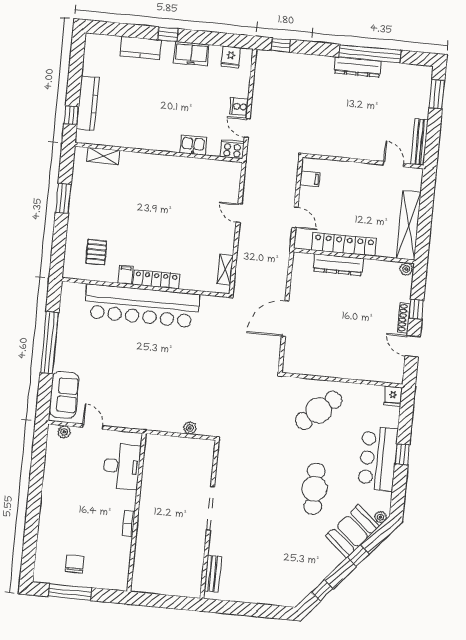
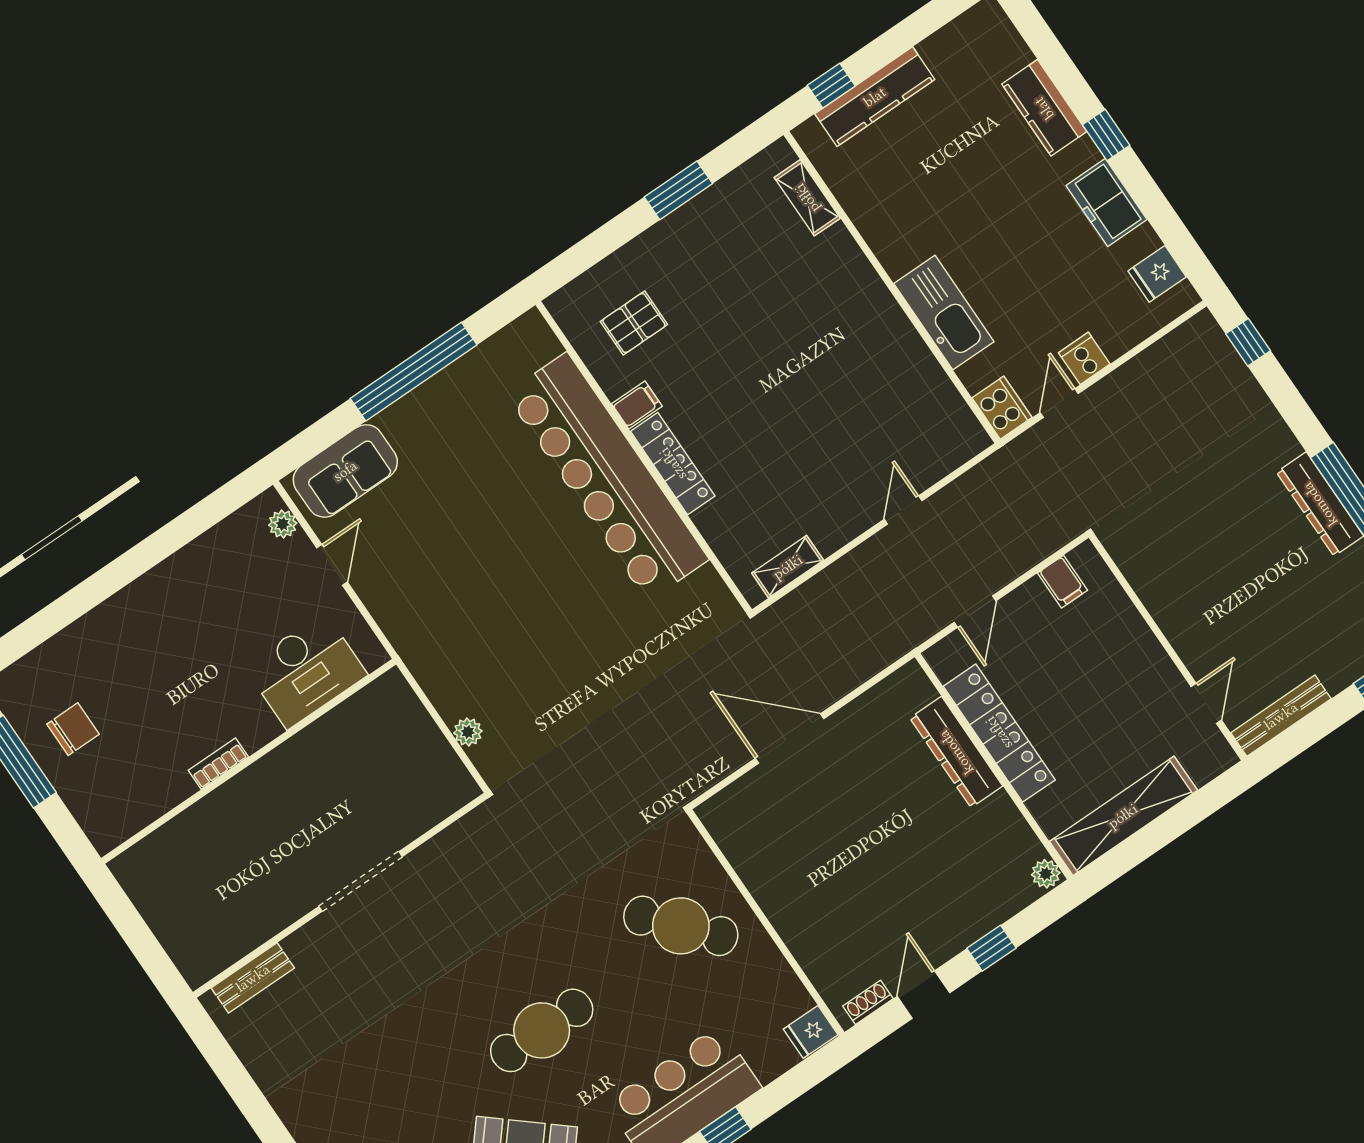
kitchen sink: (193, 145) -> (944, 313), width x1.88, depth x1.24
shoe rack: (404, 318) -> (868, 1002), moved, width x0.70

